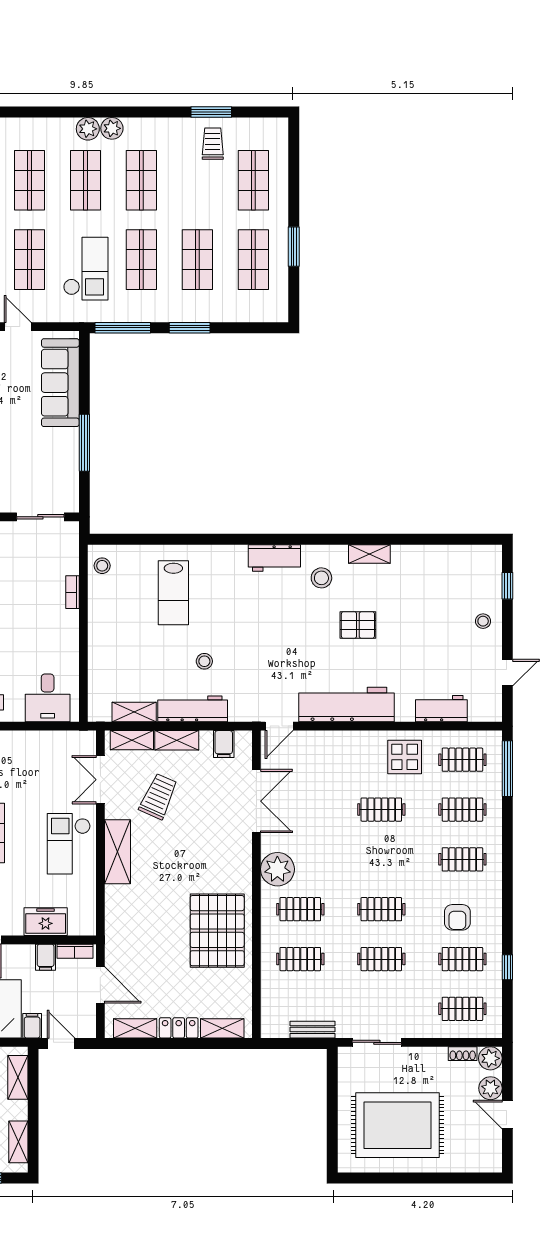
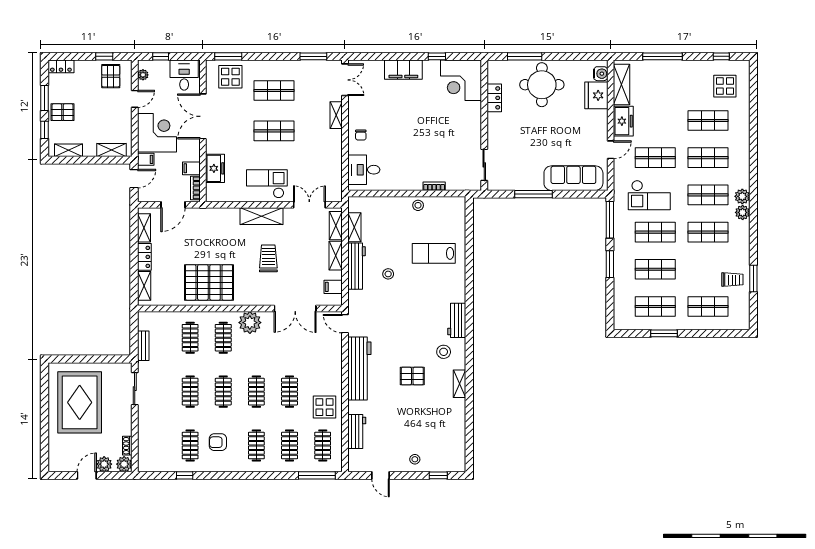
stool: (102, 566) -> (418, 205), moved
pallet: (358, 625) -> (412, 376), turned 90
trolley: (158, 796) -> (268, 258), moved, turned -114
clothes rail: (462, 1009) -> (256, 392), moved

